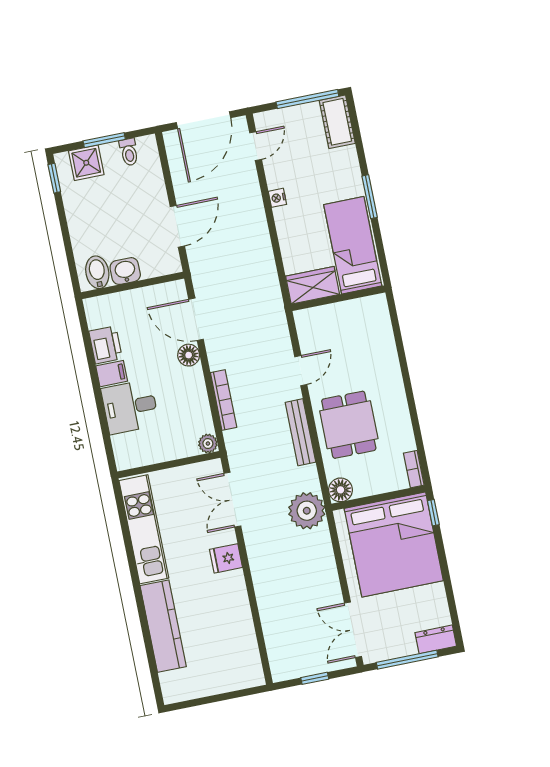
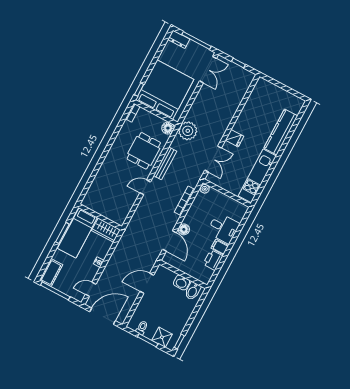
bed: (353, 245) -> (77, 233), moved
wardrobe: (313, 285) -> (106, 230), moved
wall: (338, 298) -> (100, 217), moved

